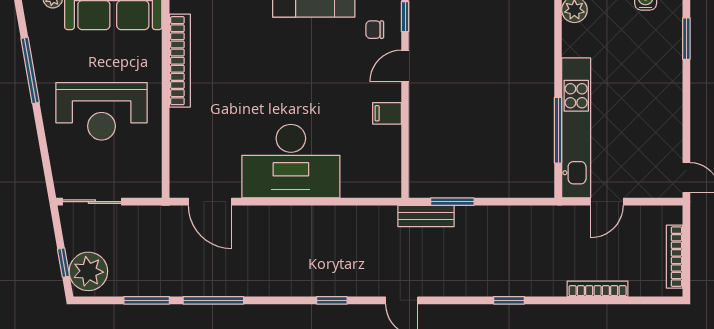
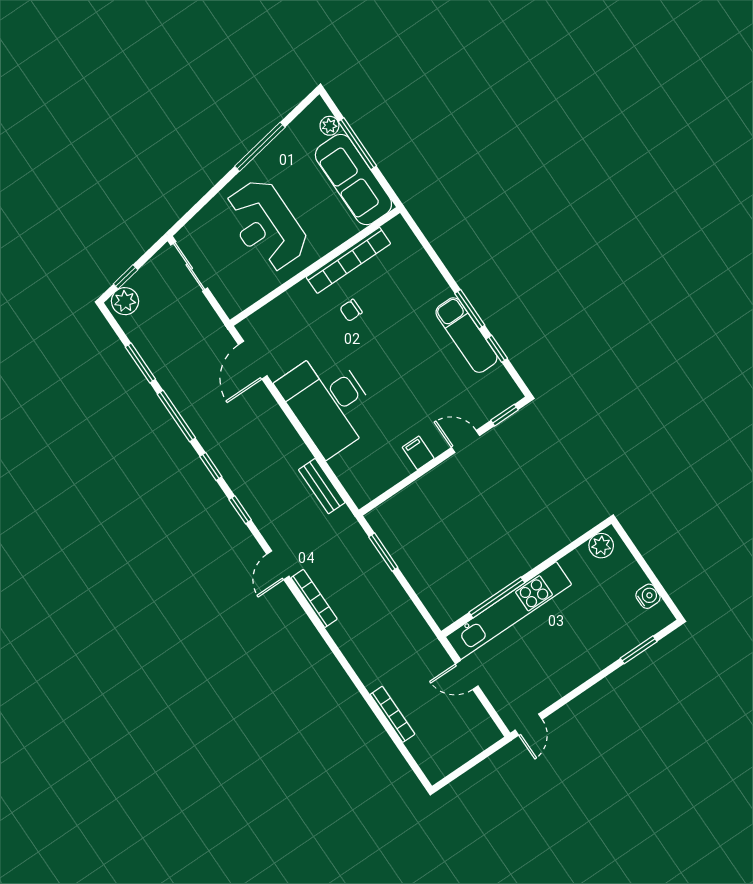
chair: (375, 30) -> (351, 310), moved, turned -90
bench: (426, 216) -> (322, 486), moved
bookcase: (675, 257) -> (314, 598), moved, turned 90
plant: (88, 271) -> (125, 301), width x0.73, depth x0.73
window: (509, 300) -> (211, 467), moved

